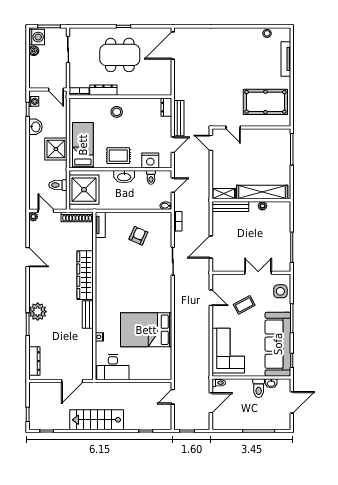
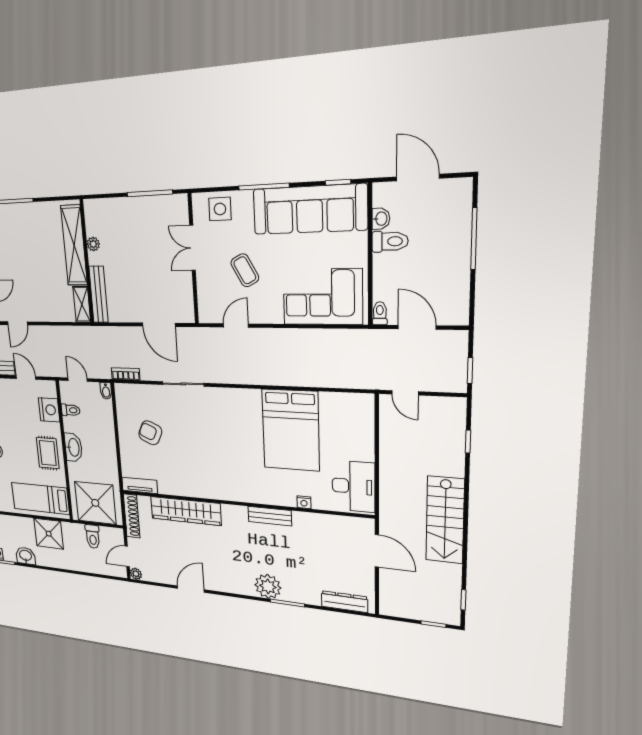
wardrobe: (85, 275) -> (186, 511), moved

